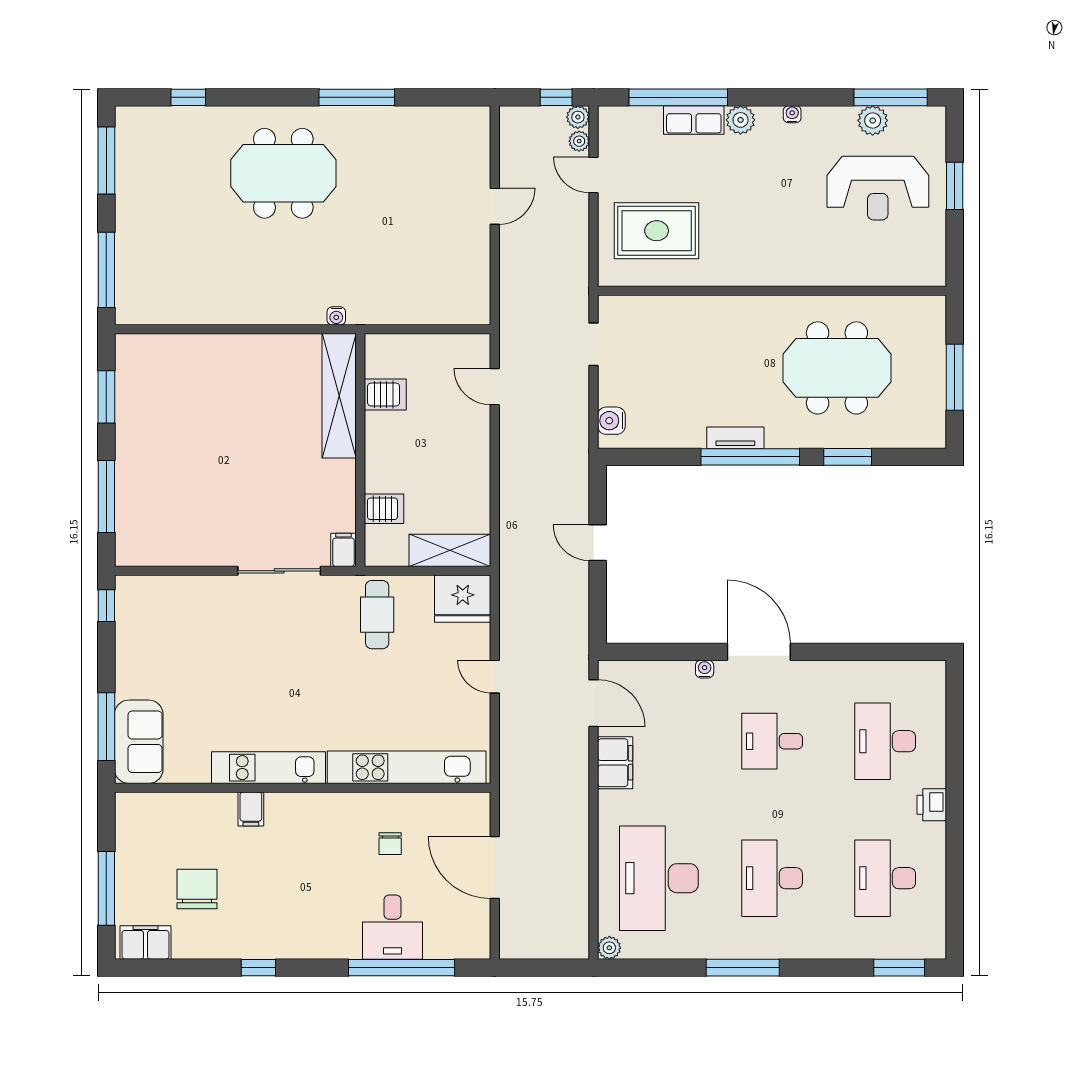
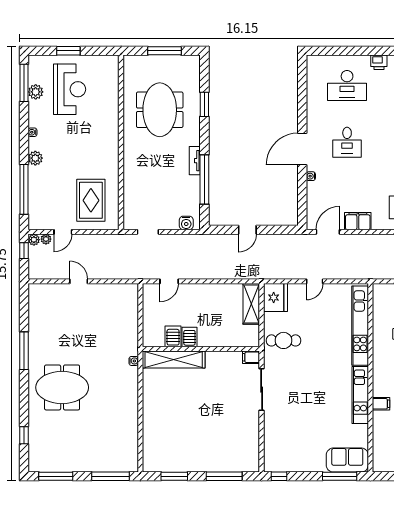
row of seats: (694, 120) -> (35, 182), removed
meeting table: (283, 173) -> (62, 387), turned 90
window: (750, 457) -> (204, 180), moved
server rack: (384, 509) -> (189, 337), moved

